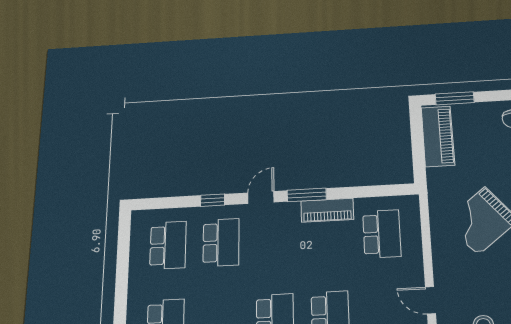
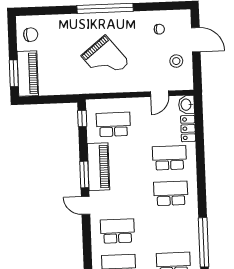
piano: (438, 136) -> (28, 73), moved, turned 90
window: (213, 200) -> (82, 119), moved
piano: (327, 210) -> (98, 167), width x1.37, depth x1.33

